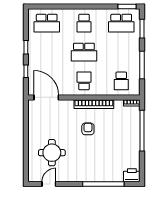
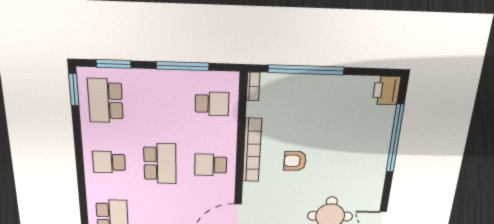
school desk: (84, 23) -> (109, 162), turned 180
school desk: (121, 23) -> (105, 101), turned 180

